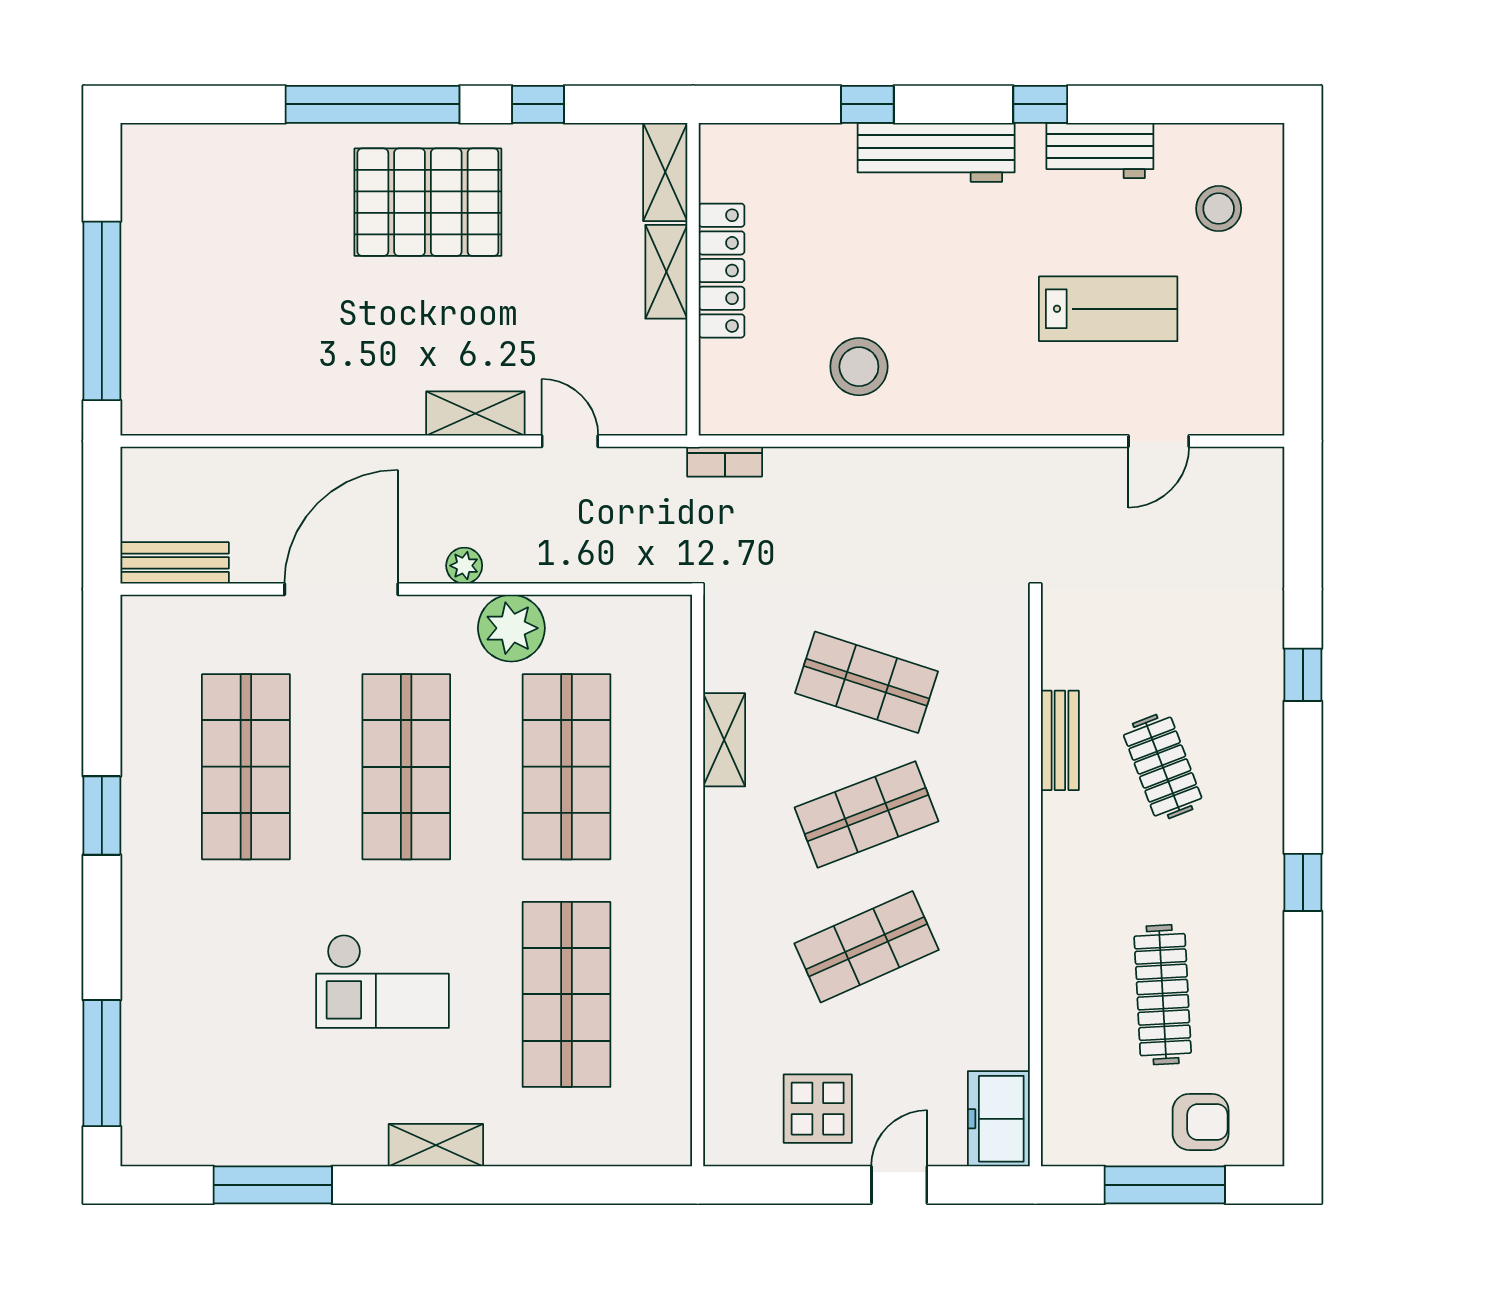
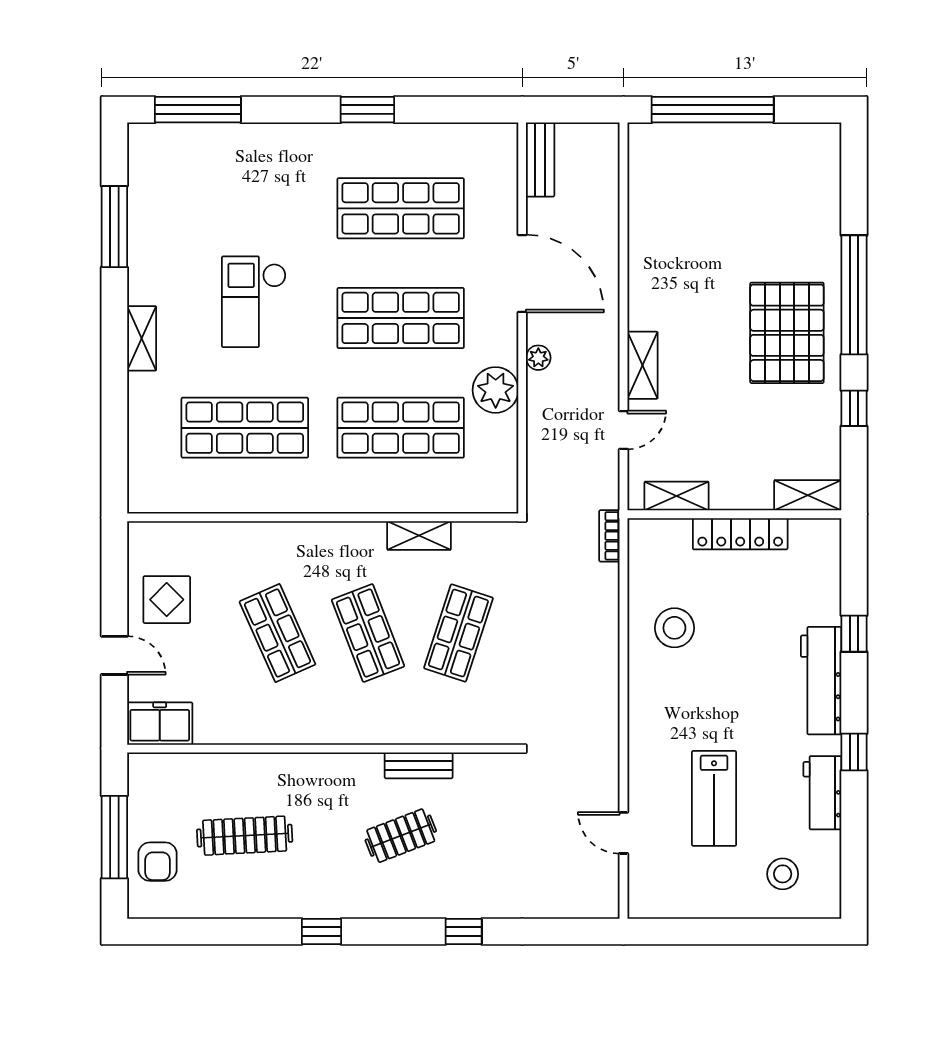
shelving: (666, 272) -> (677, 496), moved

